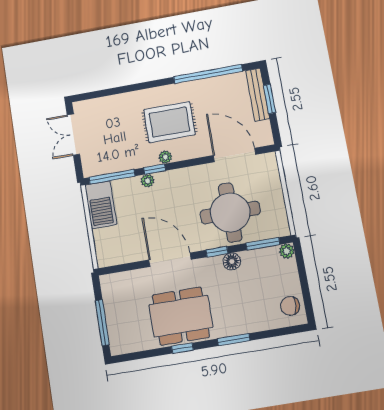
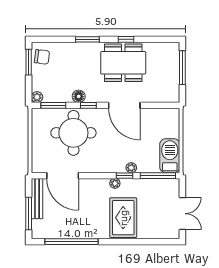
bench: (258, 95) -> (37, 199), moved
window: (270, 99) -> (29, 214), width x1.44
rug: (169, 122) -> (123, 218), moved, turned 90
window: (307, 296) -> (29, 62), added

